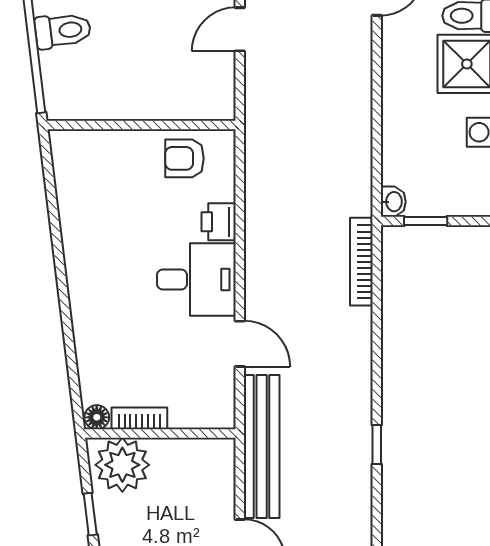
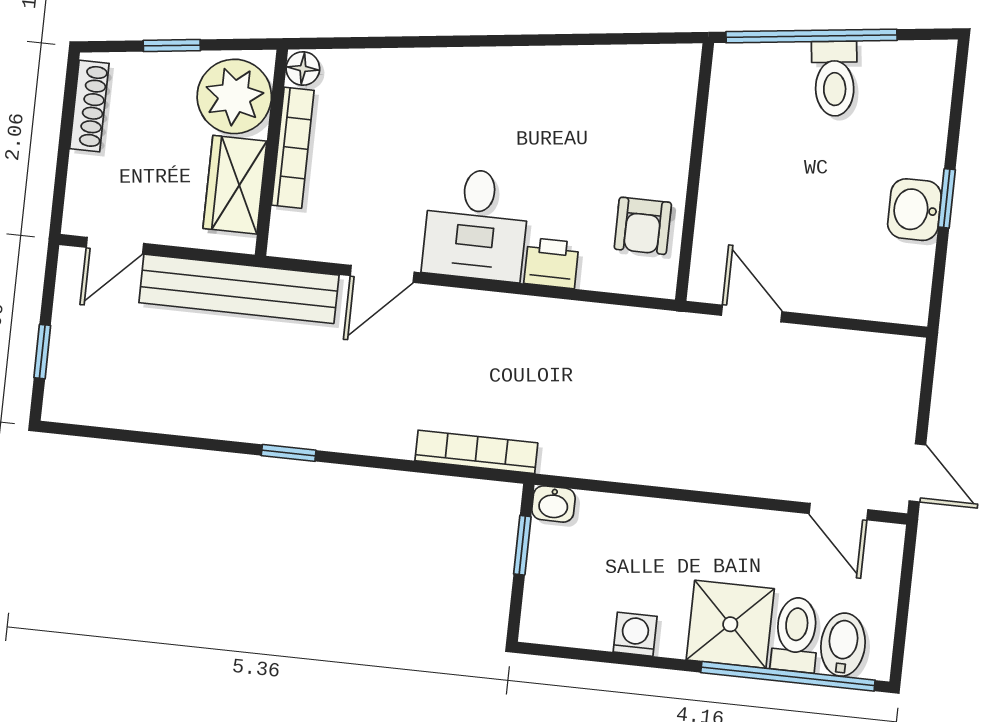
door: (240, 29) -> (752, 313), moved
armchair: (184, 158) -> (643, 226), turned 180
bookcase: (139, 418) -> (293, 148), width x1.56
window: (377, 445) -> (289, 453), moved
wardrobe: (186, 458) -> (235, 185), added

